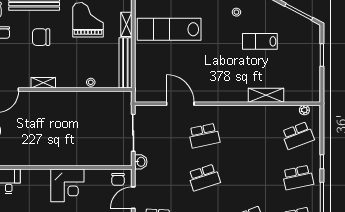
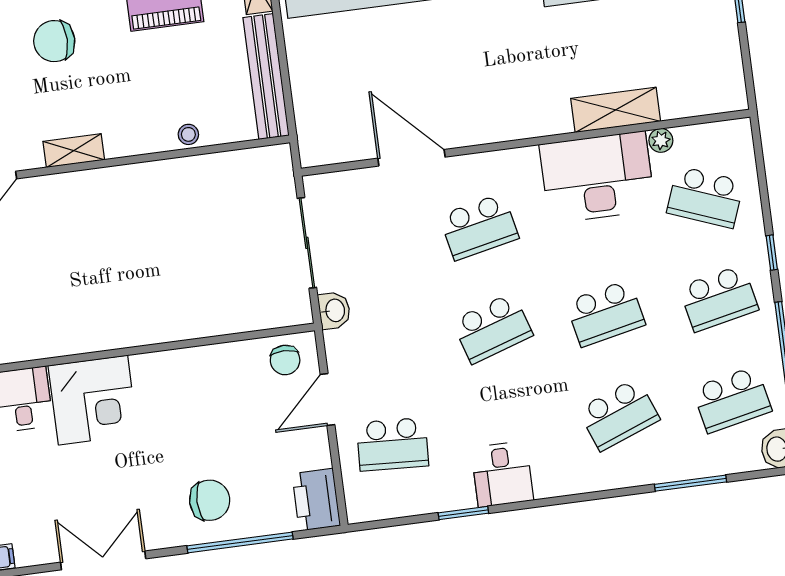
plant: (304, 110) -> (661, 140), moved
desk: (255, 122) -> (597, 177), added
school desk: (298, 136) -> (705, 197), turned 42
school desk: (251, 177) -> (605, 313), added
corner desk: (67, 185) -> (93, 400), moved

